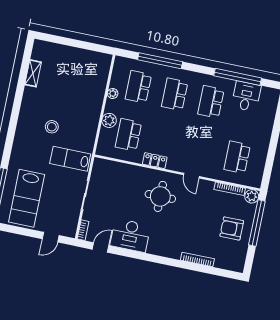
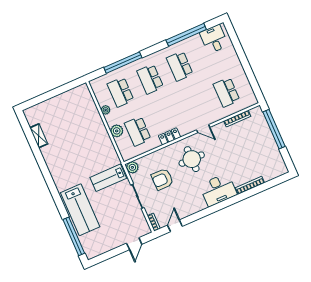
desk: (246, 96) -> (214, 39), moved
stool: (52, 127) -> (79, 164), removed
plant: (252, 196) -> (132, 167), moved
lab bench: (27, 198) -> (80, 210), moved
armchair: (232, 228) -> (162, 179), moved
desk: (130, 235) -> (218, 190), moved

